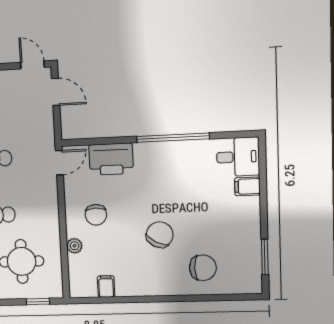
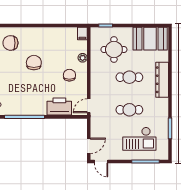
door: (56, 92) -> (89, 146), swing flipped
chair: (160, 235) -> (34, 63), turned 152
filing cabinet: (106, 286) -> (82, 34), moved

